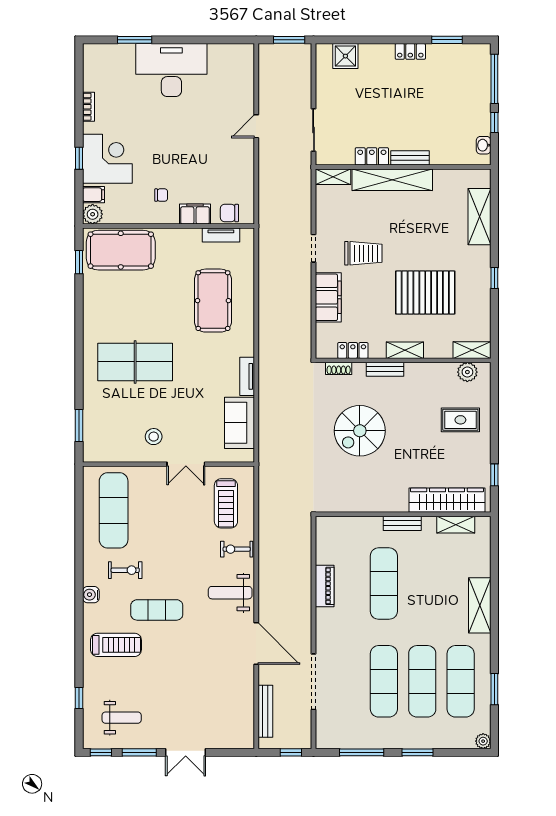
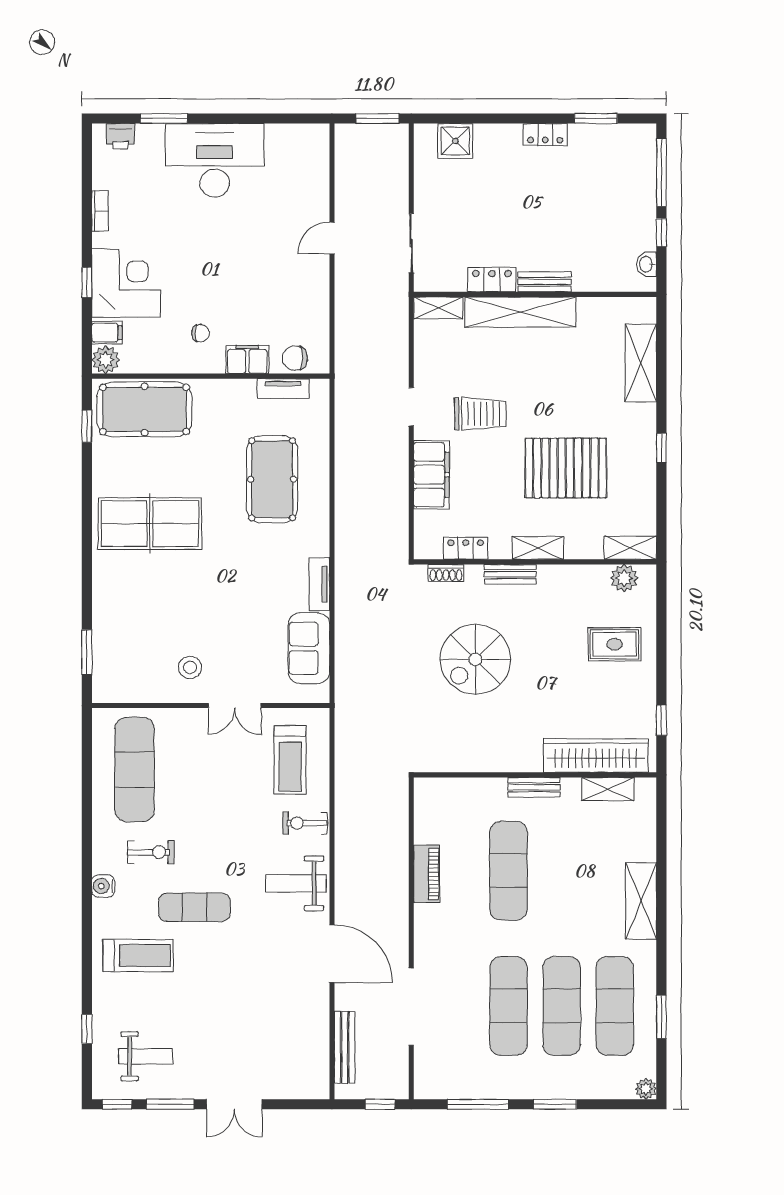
printer: (103, 53) -> (121, 136), added
table tennis table: (135, 362) -> (150, 524), moved

